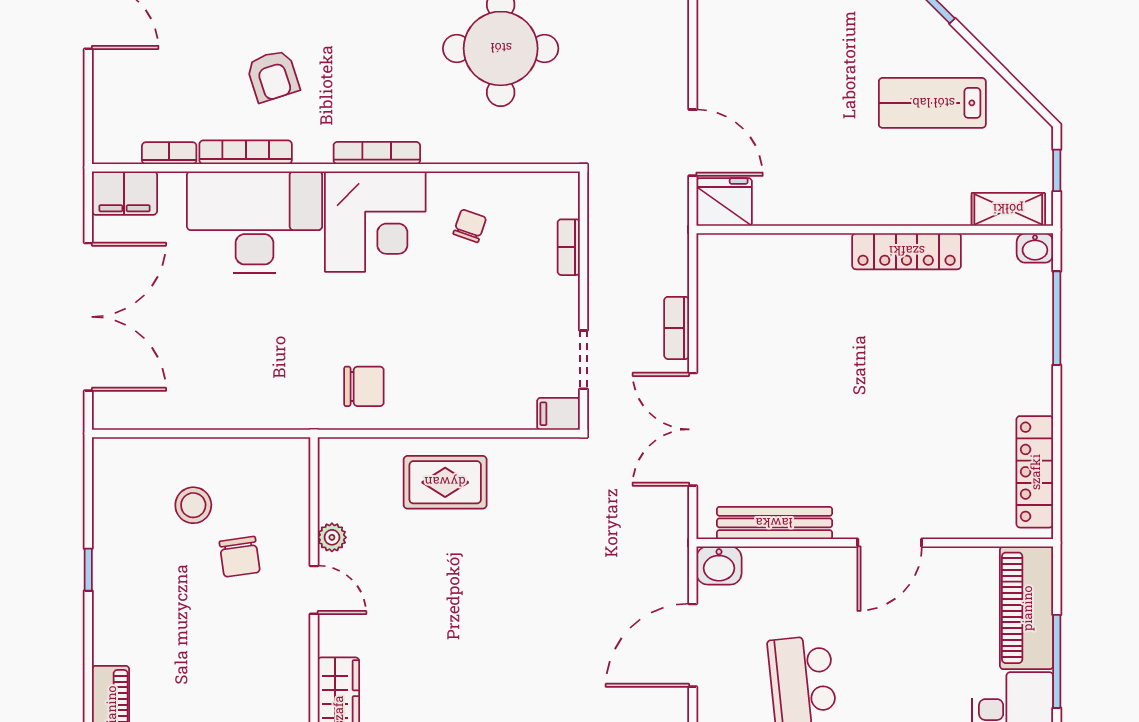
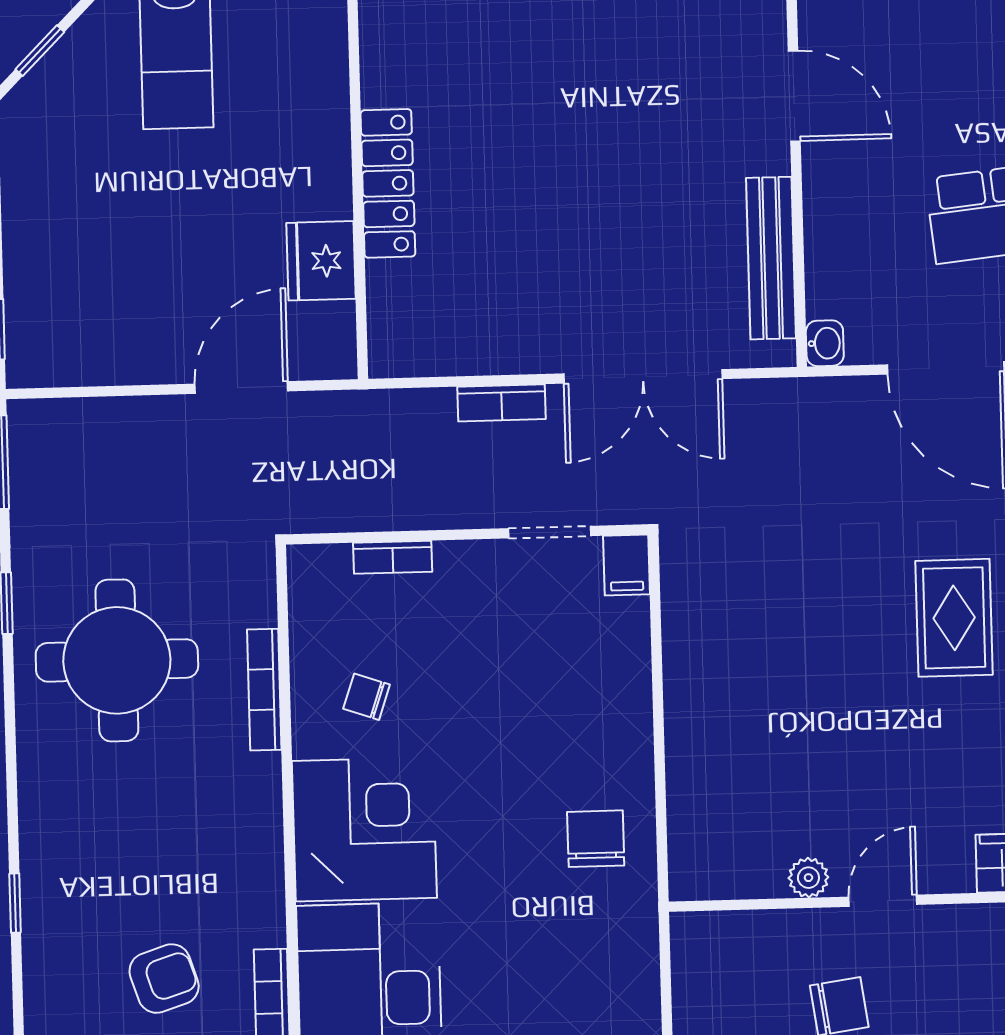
bookcase: (377, 153) -> (264, 690), moved
fridge: (724, 202) -> (321, 261), moved
locker: (907, 251) -> (388, 183), moved
rug: (445, 482) -> (954, 618), moved
washbasin: (719, 565) -> (825, 343), width x0.72, depth x0.69

